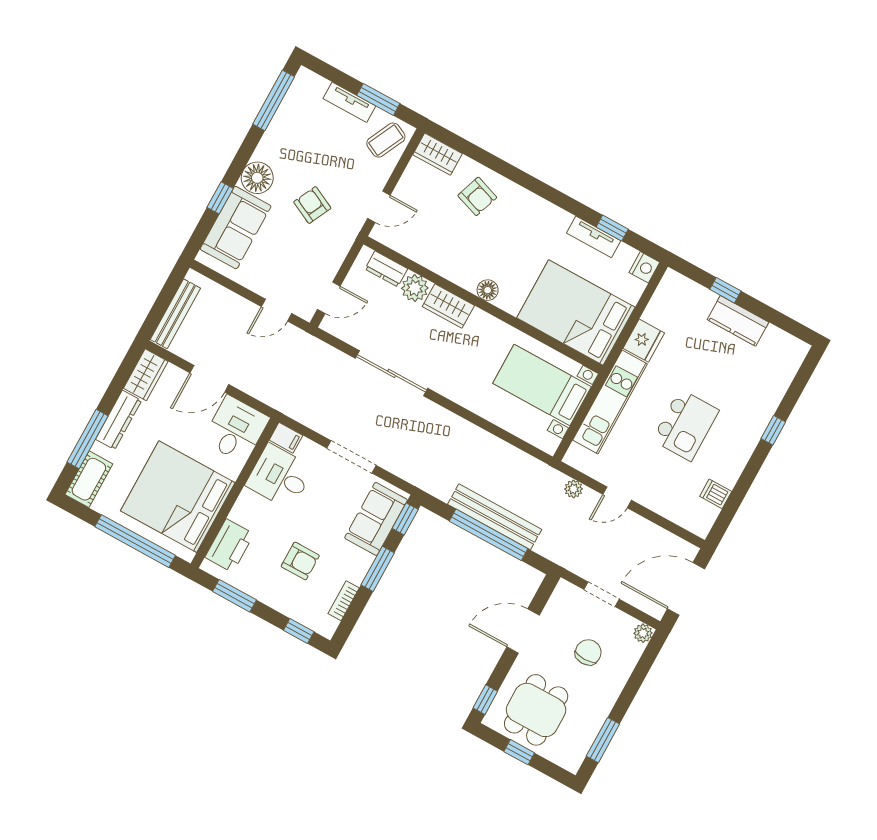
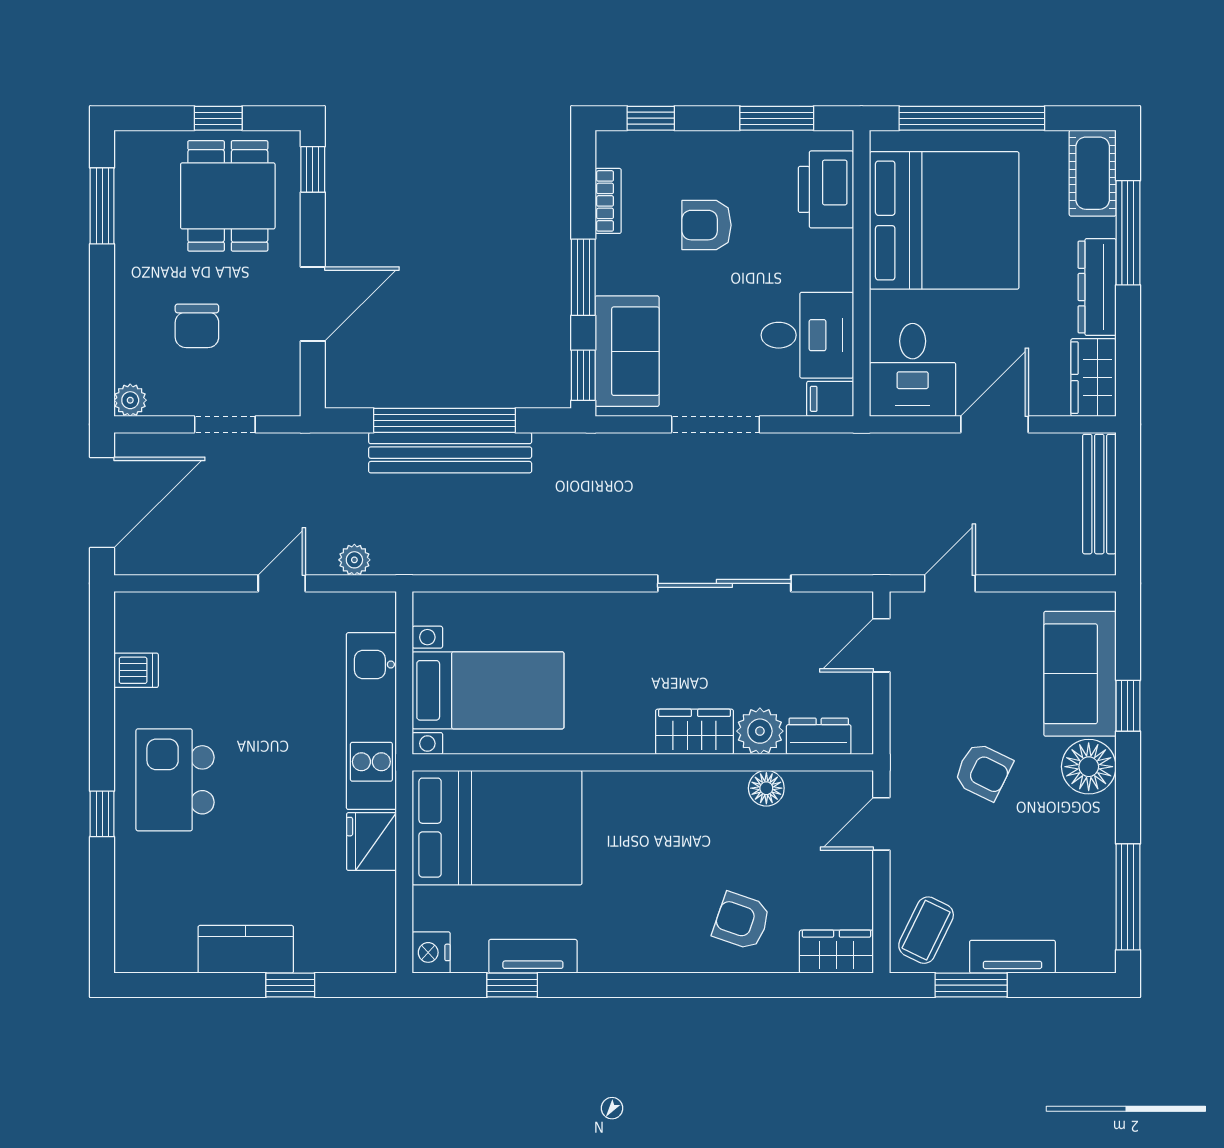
floor lamp: (488, 290) -> (766, 788), moved
kitchen island: (686, 425) -> (175, 780), moved

